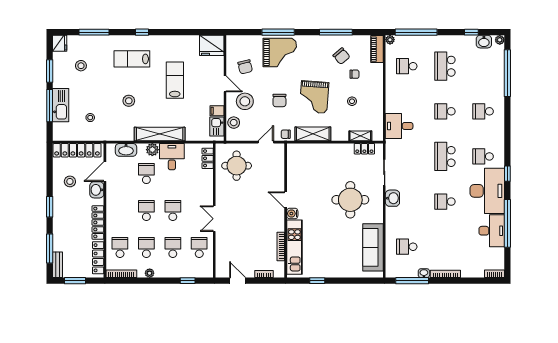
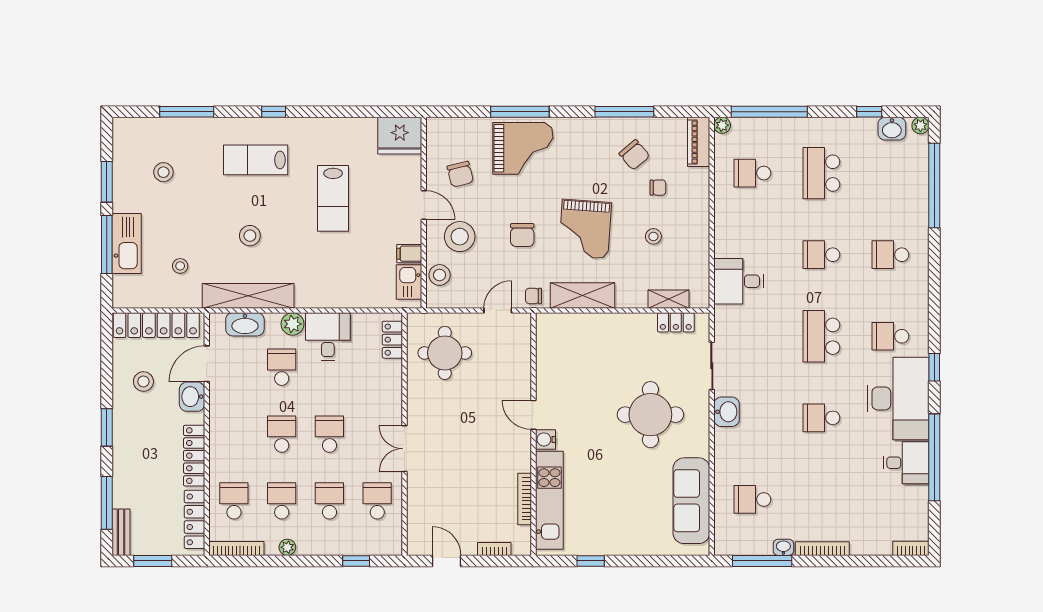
fridge: (60, 43) -> (125, 132), removed
lab bench: (175, 80) -> (333, 198), turned 180
shelving: (160, 134) -> (248, 296), moved
desk: (492, 231) -> (906, 463), width x0.73

